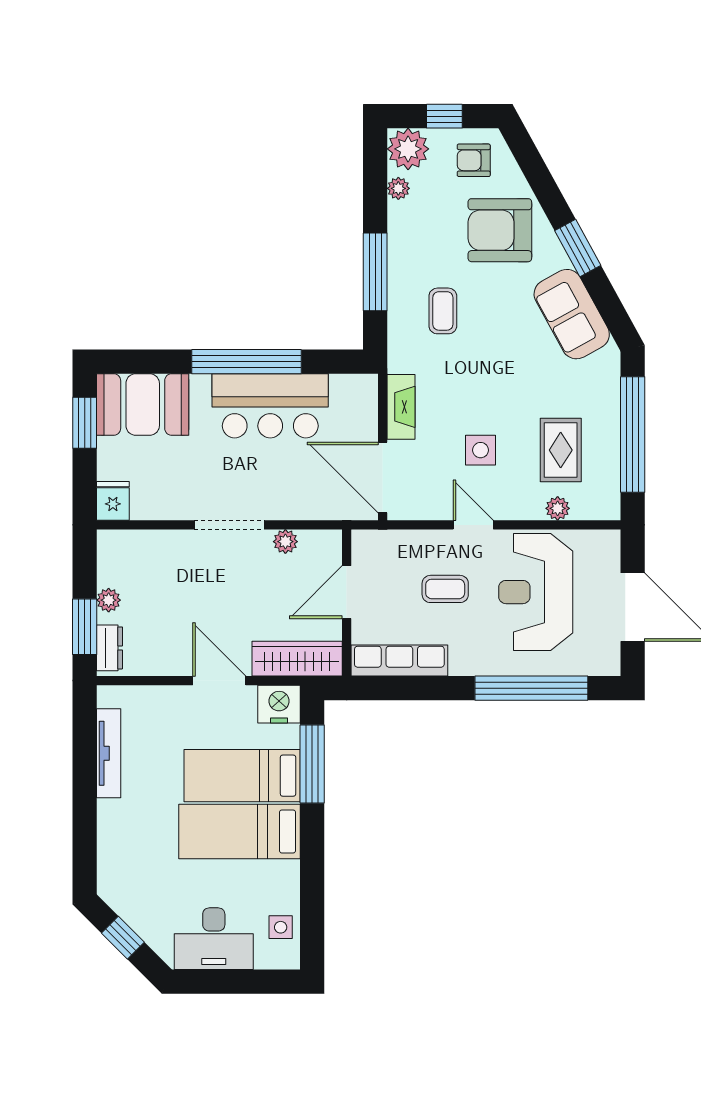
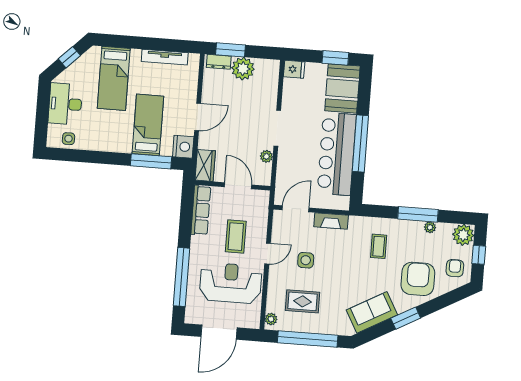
plant: (398, 188) -> (430, 227), moved
window: (375, 272) -> (418, 214), moved
coffee table: (443, 311) -> (379, 246), turned 90
bar counter: (270, 406) -> (337, 154), width x1.36
door: (383, 477) -> (296, 209), width x0.73
plant: (558, 508) -> (271, 319), moved
coffee table: (445, 589) -> (236, 237), width x1.36, depth x1.30
plant: (109, 600) -> (243, 69), width x1.88, depth x1.88
wardrobe: (297, 659) -> (205, 165), width x0.67
bed: (240, 831) -> (114, 78), moved, turned 180

